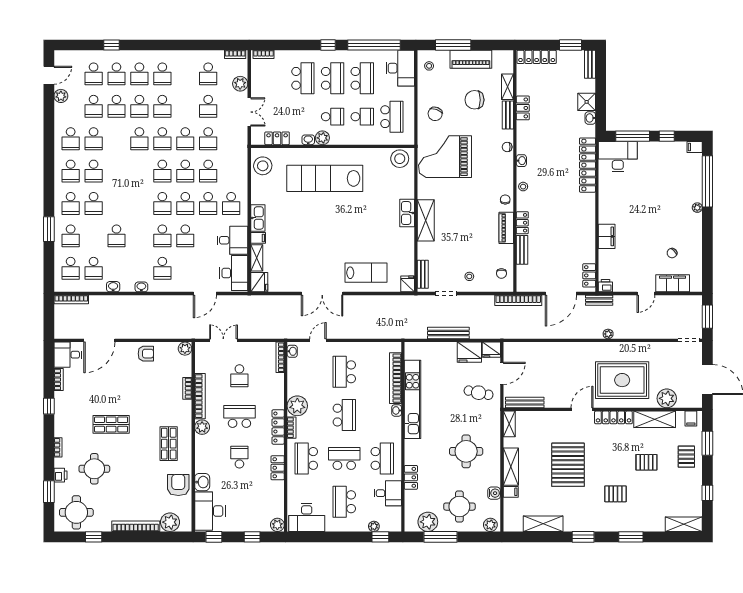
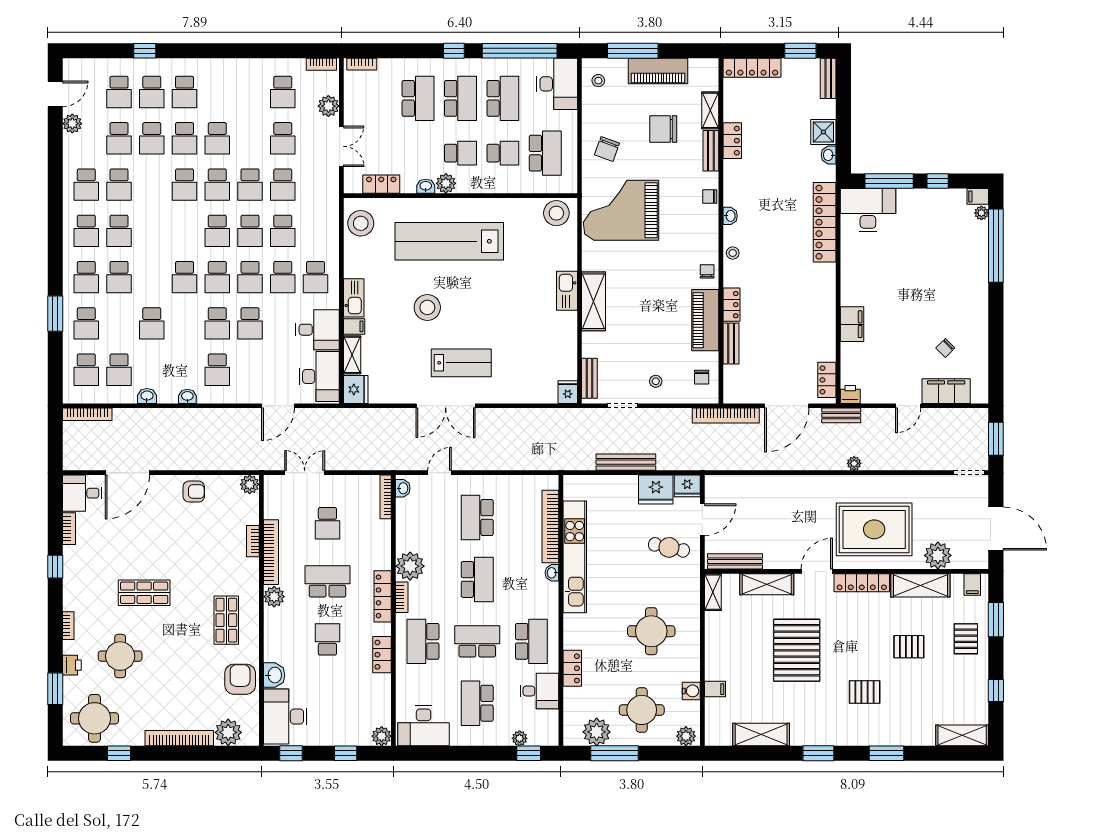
school desk: (162, 74) -> (185, 277), moved
plant: (697, 208) -> (981, 213), moved
stool: (309, 225) -> (427, 307), added
piano: (506, 228) -> (705, 320), width x1.37, depth x1.33
lab bench: (366, 273) -> (461, 363), moved
shelving: (511, 467) -> (767, 584), moved, turned 90

